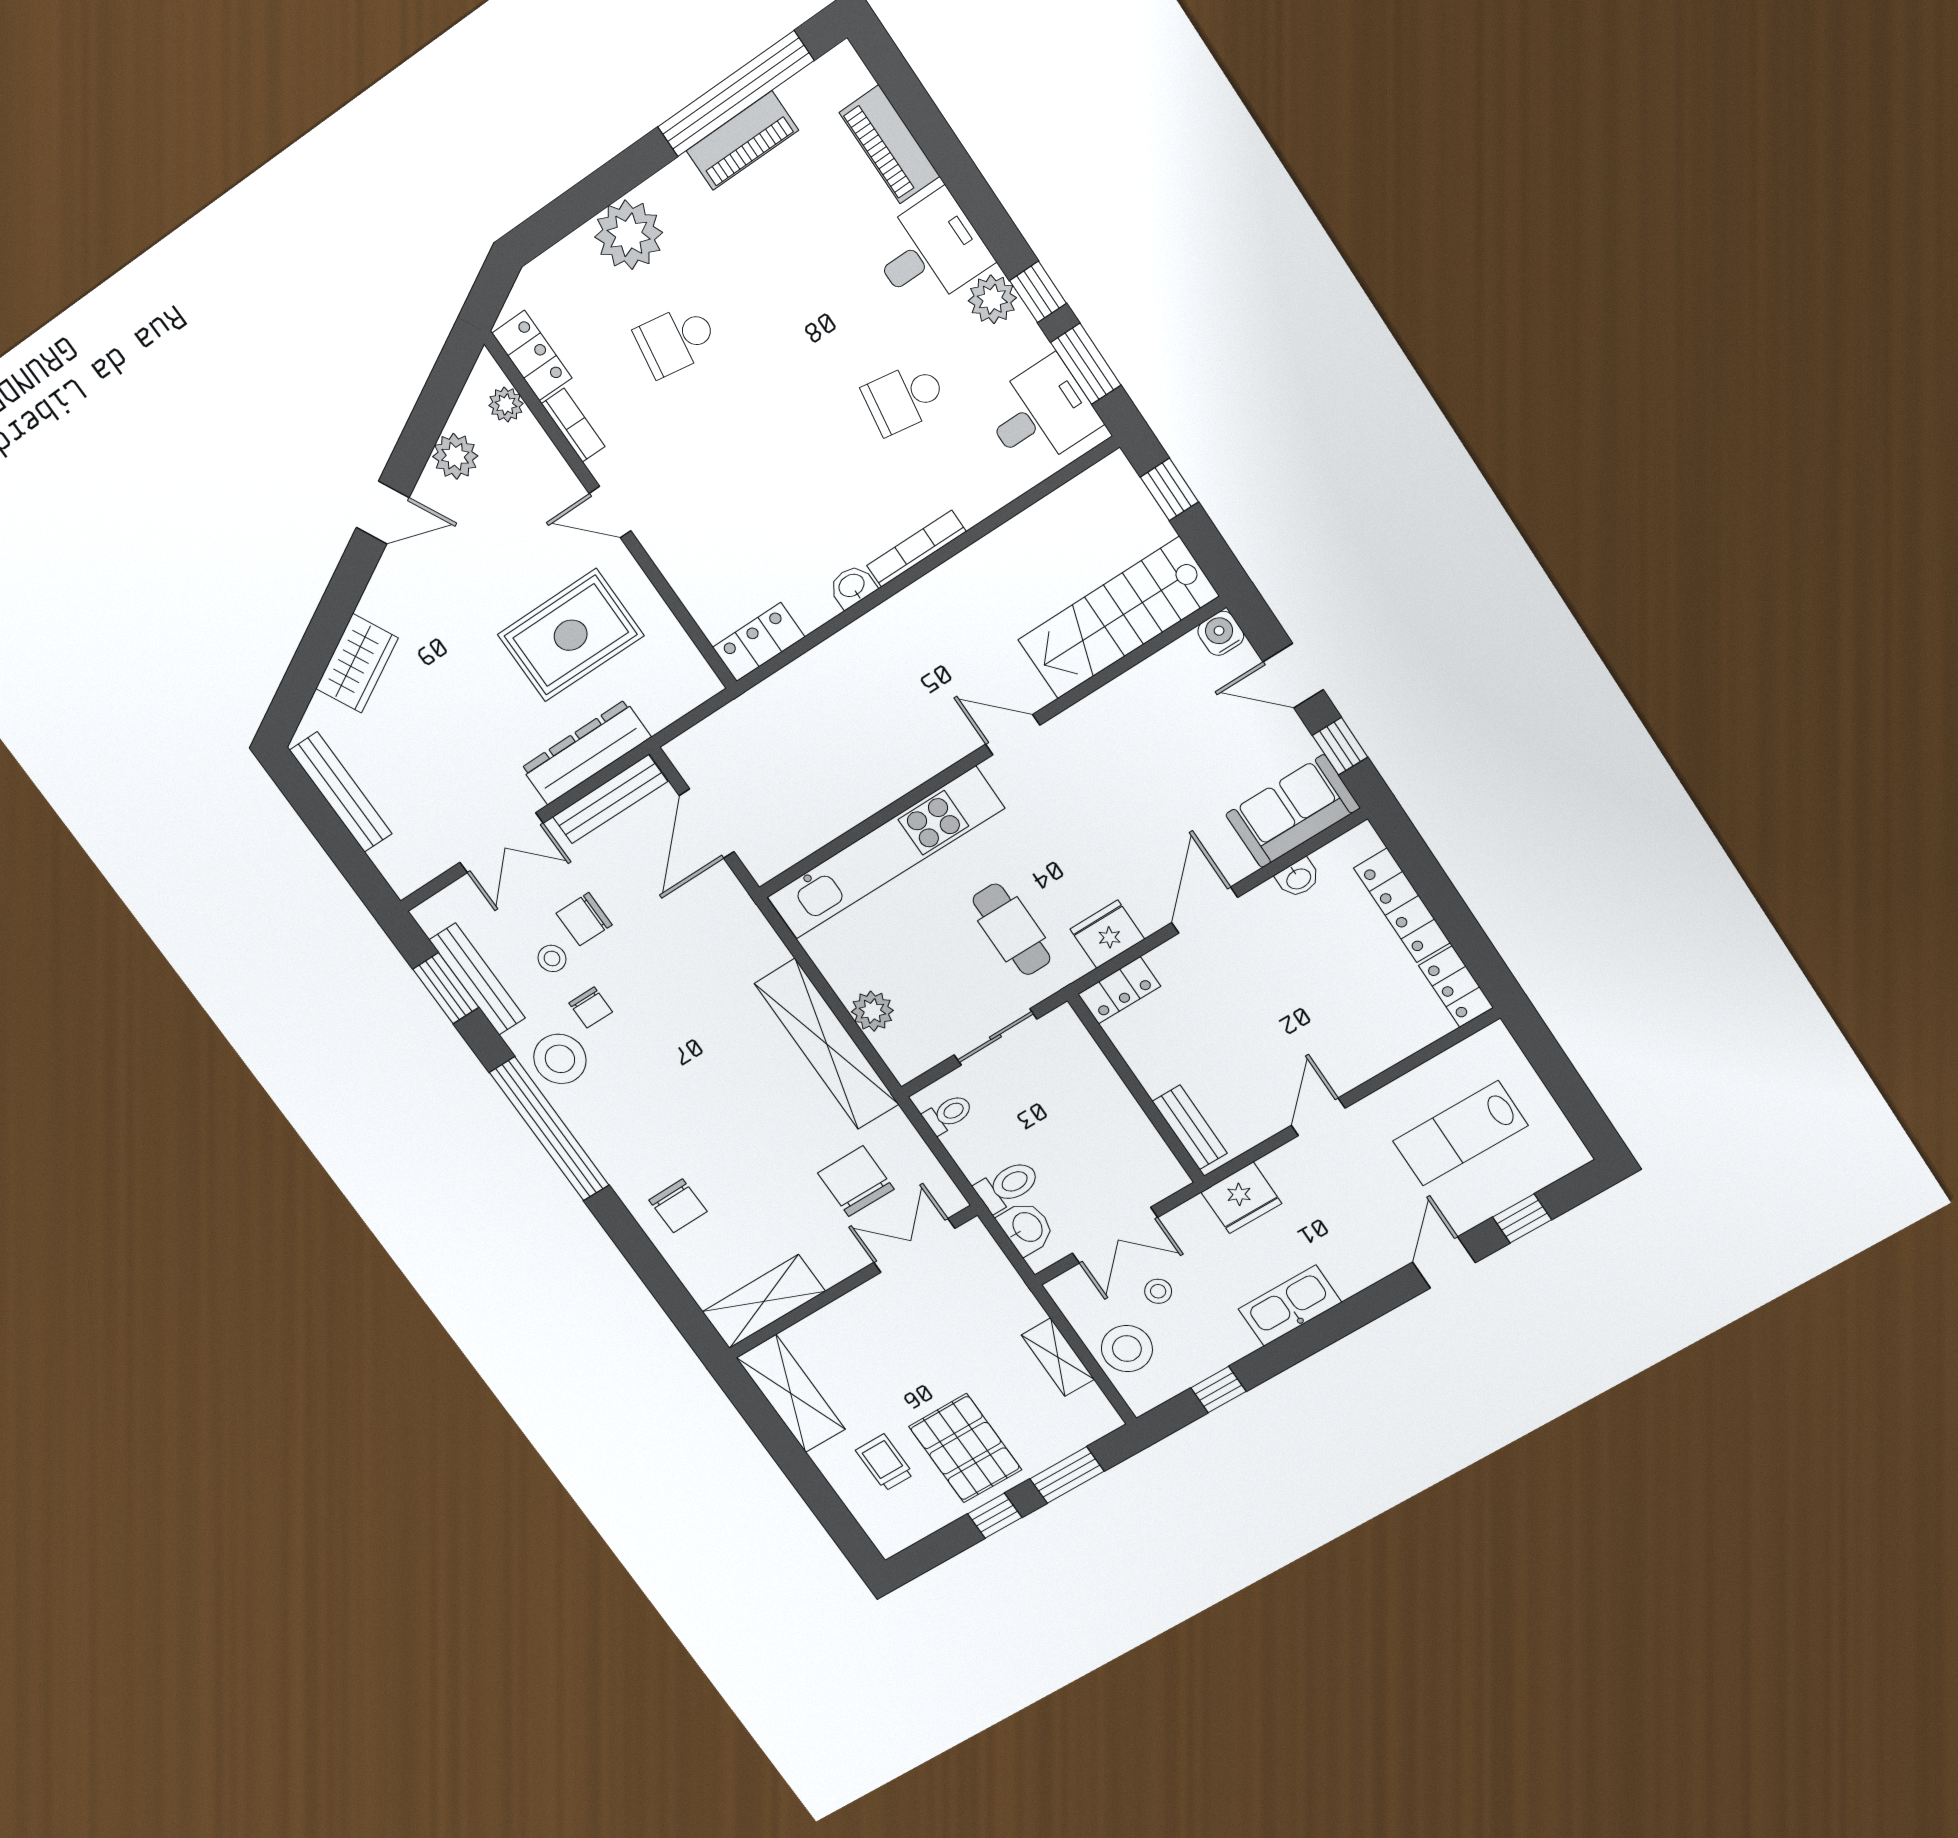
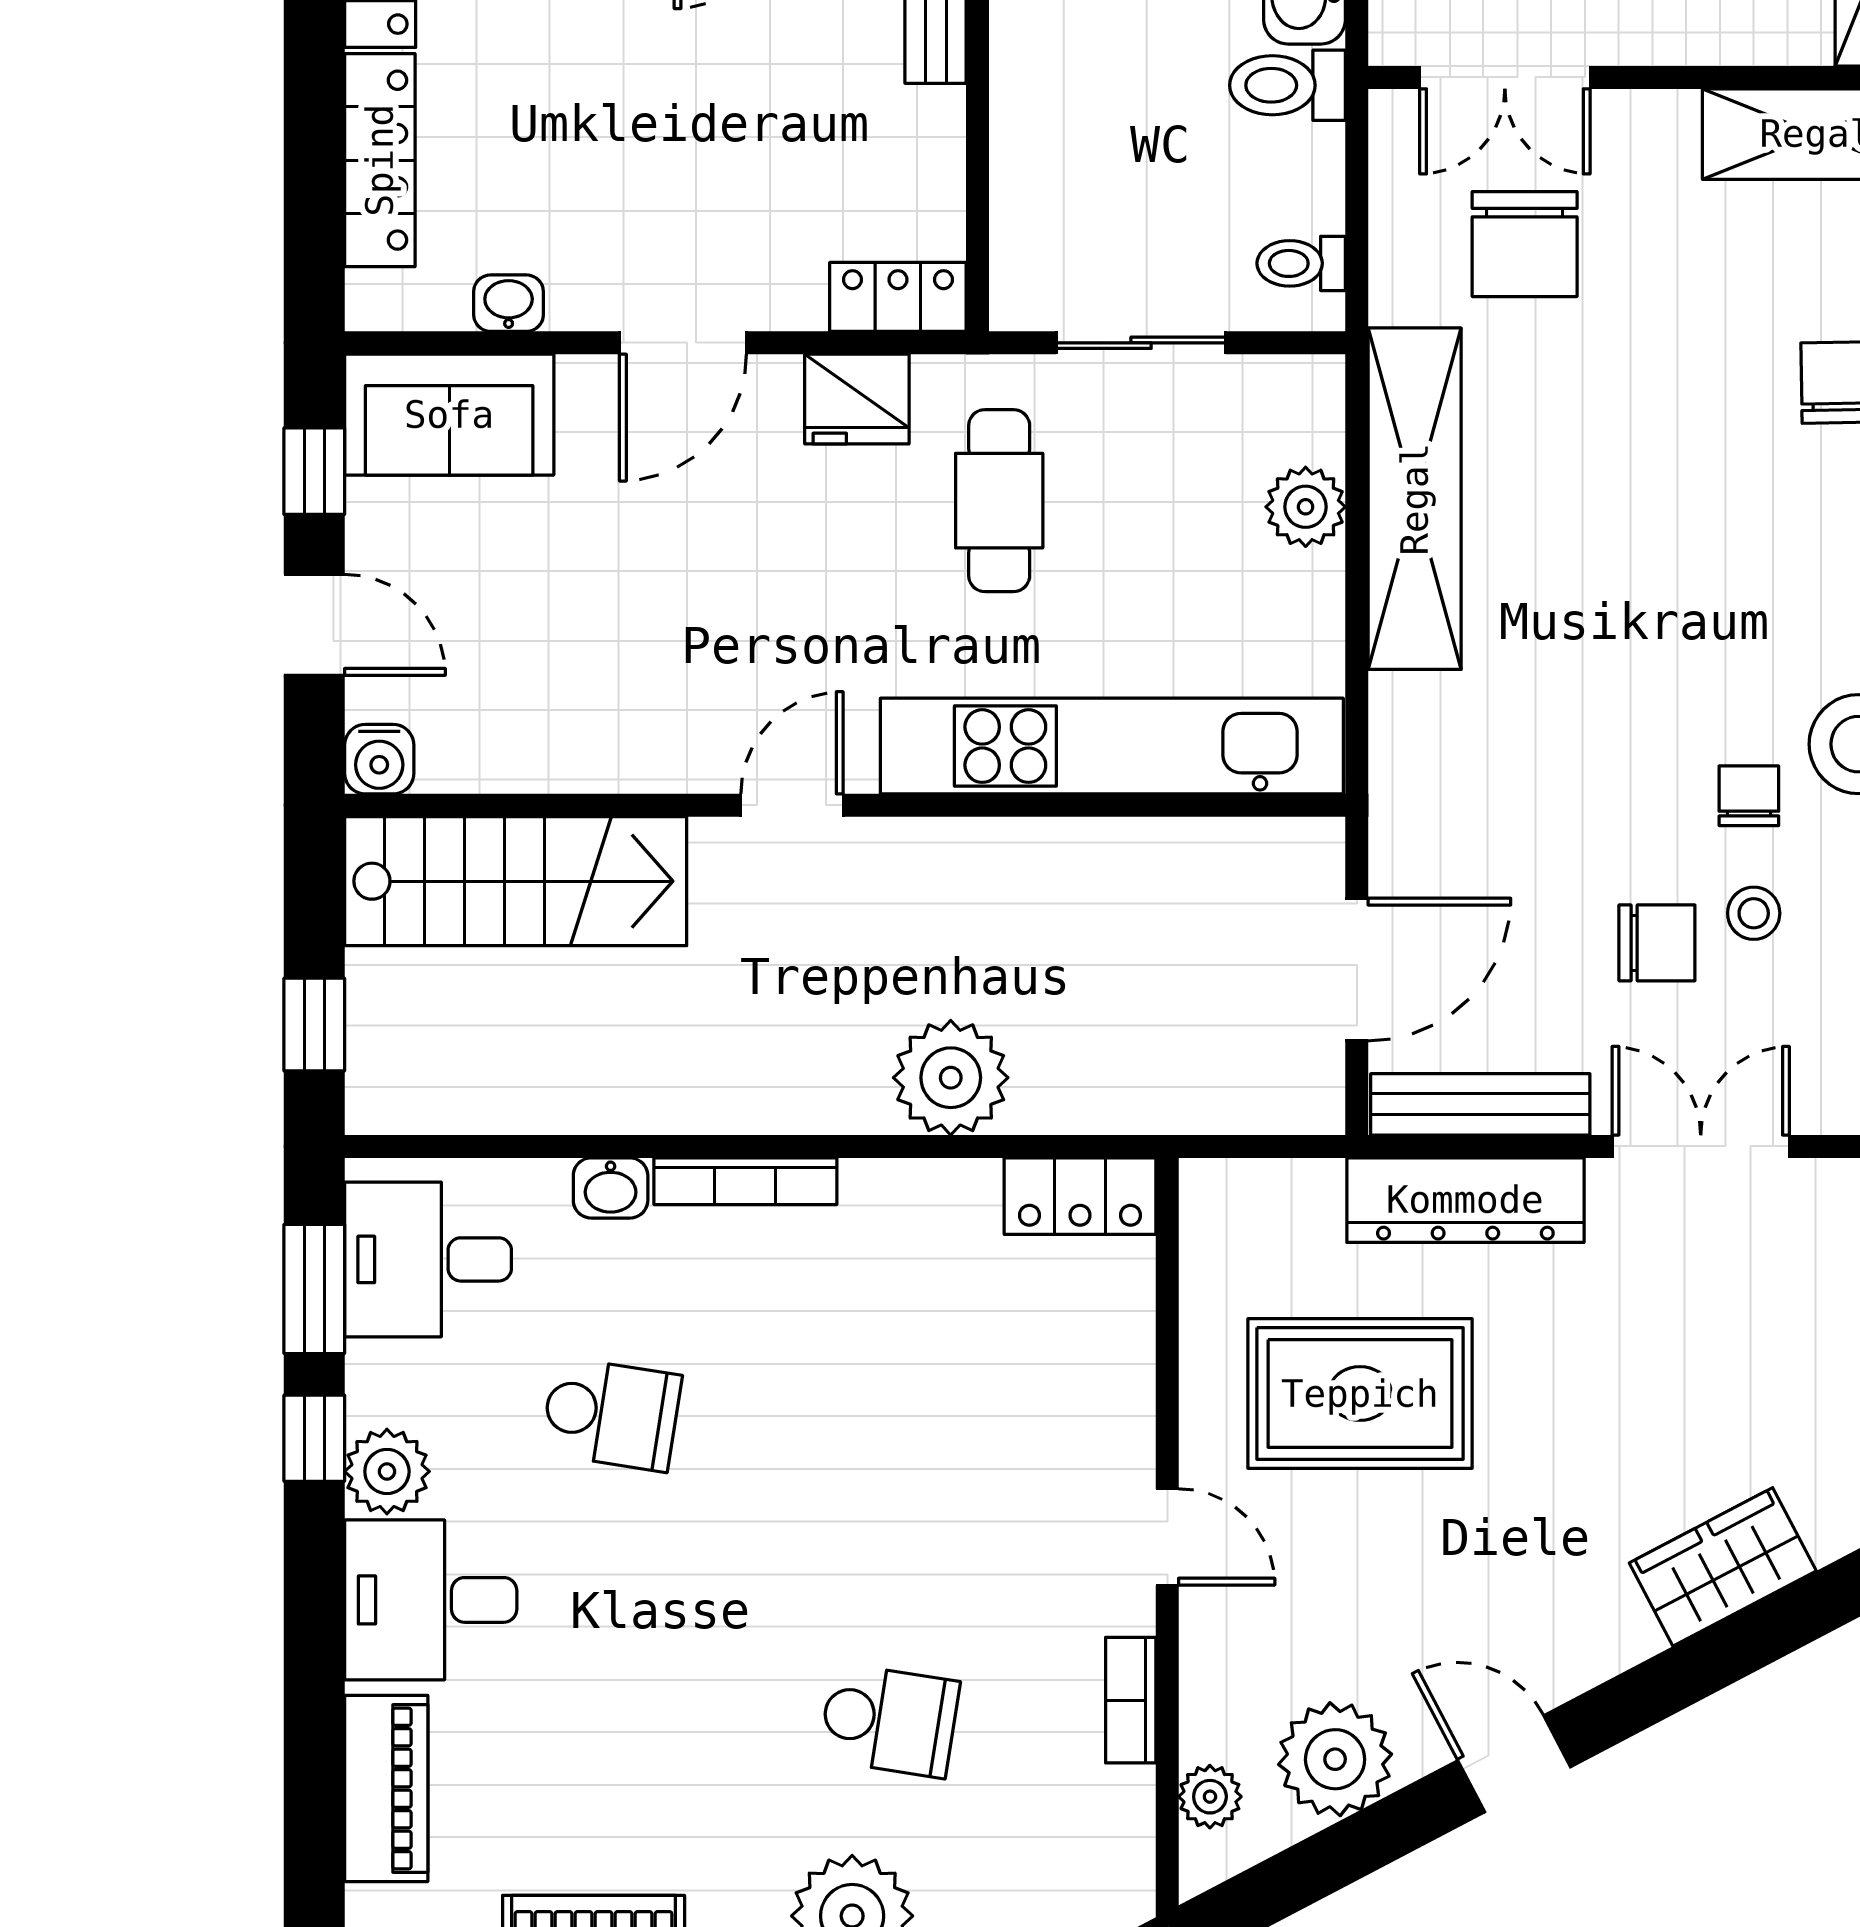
locker: (532, 355) -> (1119, 1841), removed
plant: (455, 456) -> (1335, 1759), width x1.36, depth x1.36
washbasin: (852, 586) -> (611, 1188), moved
plant: (855, 658) -> (951, 1078), added
door: (1013, 735) -> (792, 805), swing flipped

